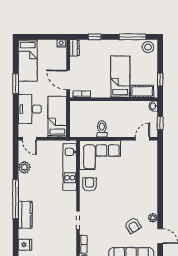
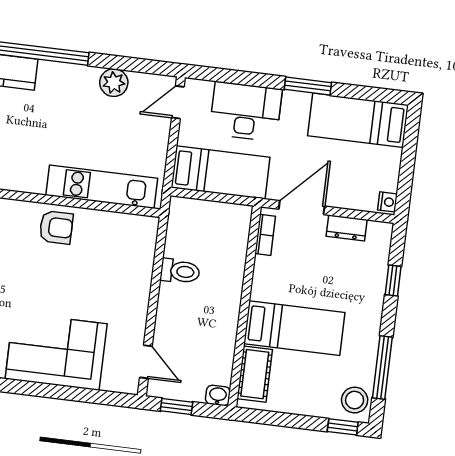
dresser: (74, 48) -> (347, 228), moved
window: (160, 79) -> (343, 427), moved
corner sofa: (100, 155) -> (56, 351), moved, turned 90

